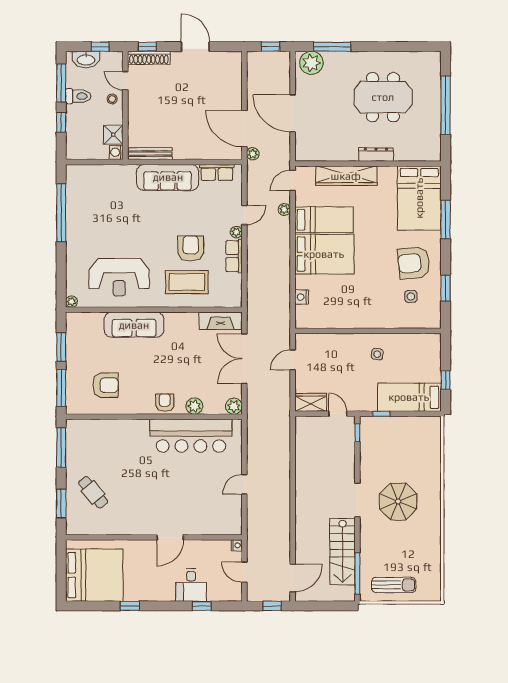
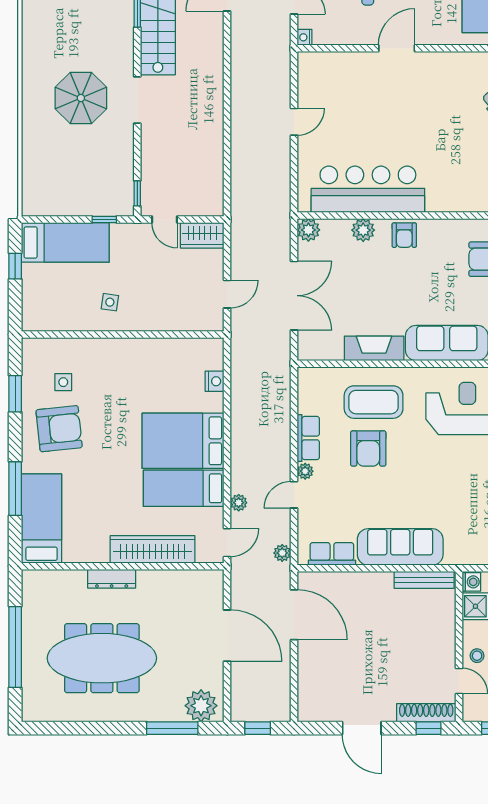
meeting table: (383, 97) -> (102, 658), width x1.36
plant: (253, 154) -> (282, 553), moved
bed: (419, 198) -> (42, 518), width x0.67
fireplace: (221, 321) -> (374, 348), moved

